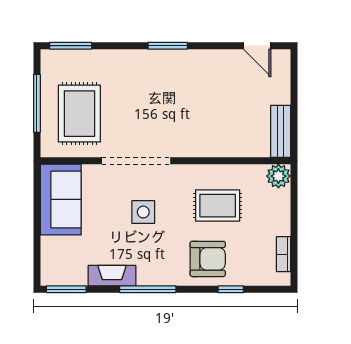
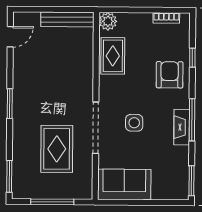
rug: (79, 114) -> (57, 149), moved, turned 90
bench: (281, 131) -> (67, 19), width x1.36
rug: (218, 206) -> (113, 56), moved
fireplace: (112, 276) -> (182, 127), moved

